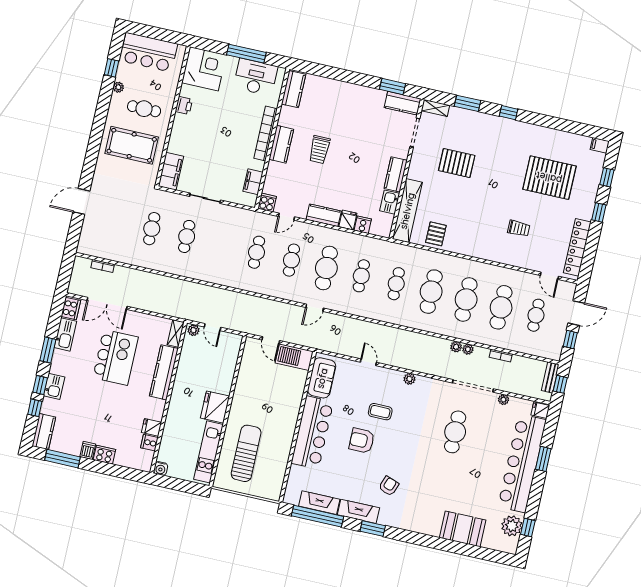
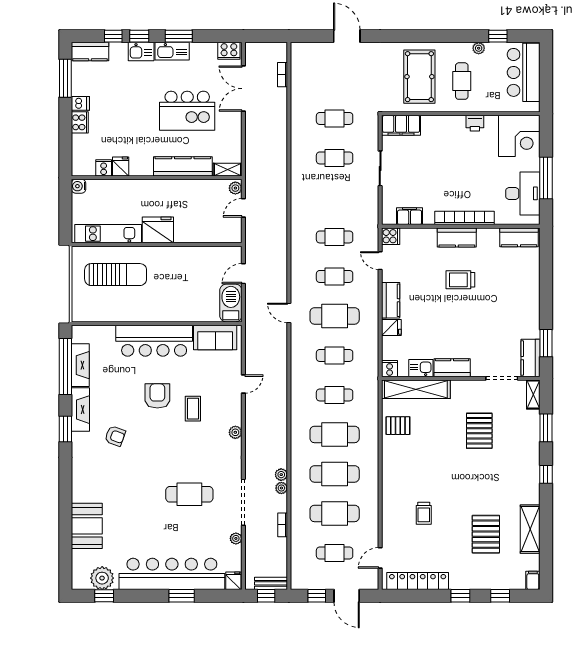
shelving: (554, 137) -> (530, 529), added
pallet: (549, 178) -> (486, 534), width x0.73, depth x0.71
cooker: (363, 225) -> (390, 369), moved, turned -90
kitchen sink: (65, 334) -> (172, 51), moved

